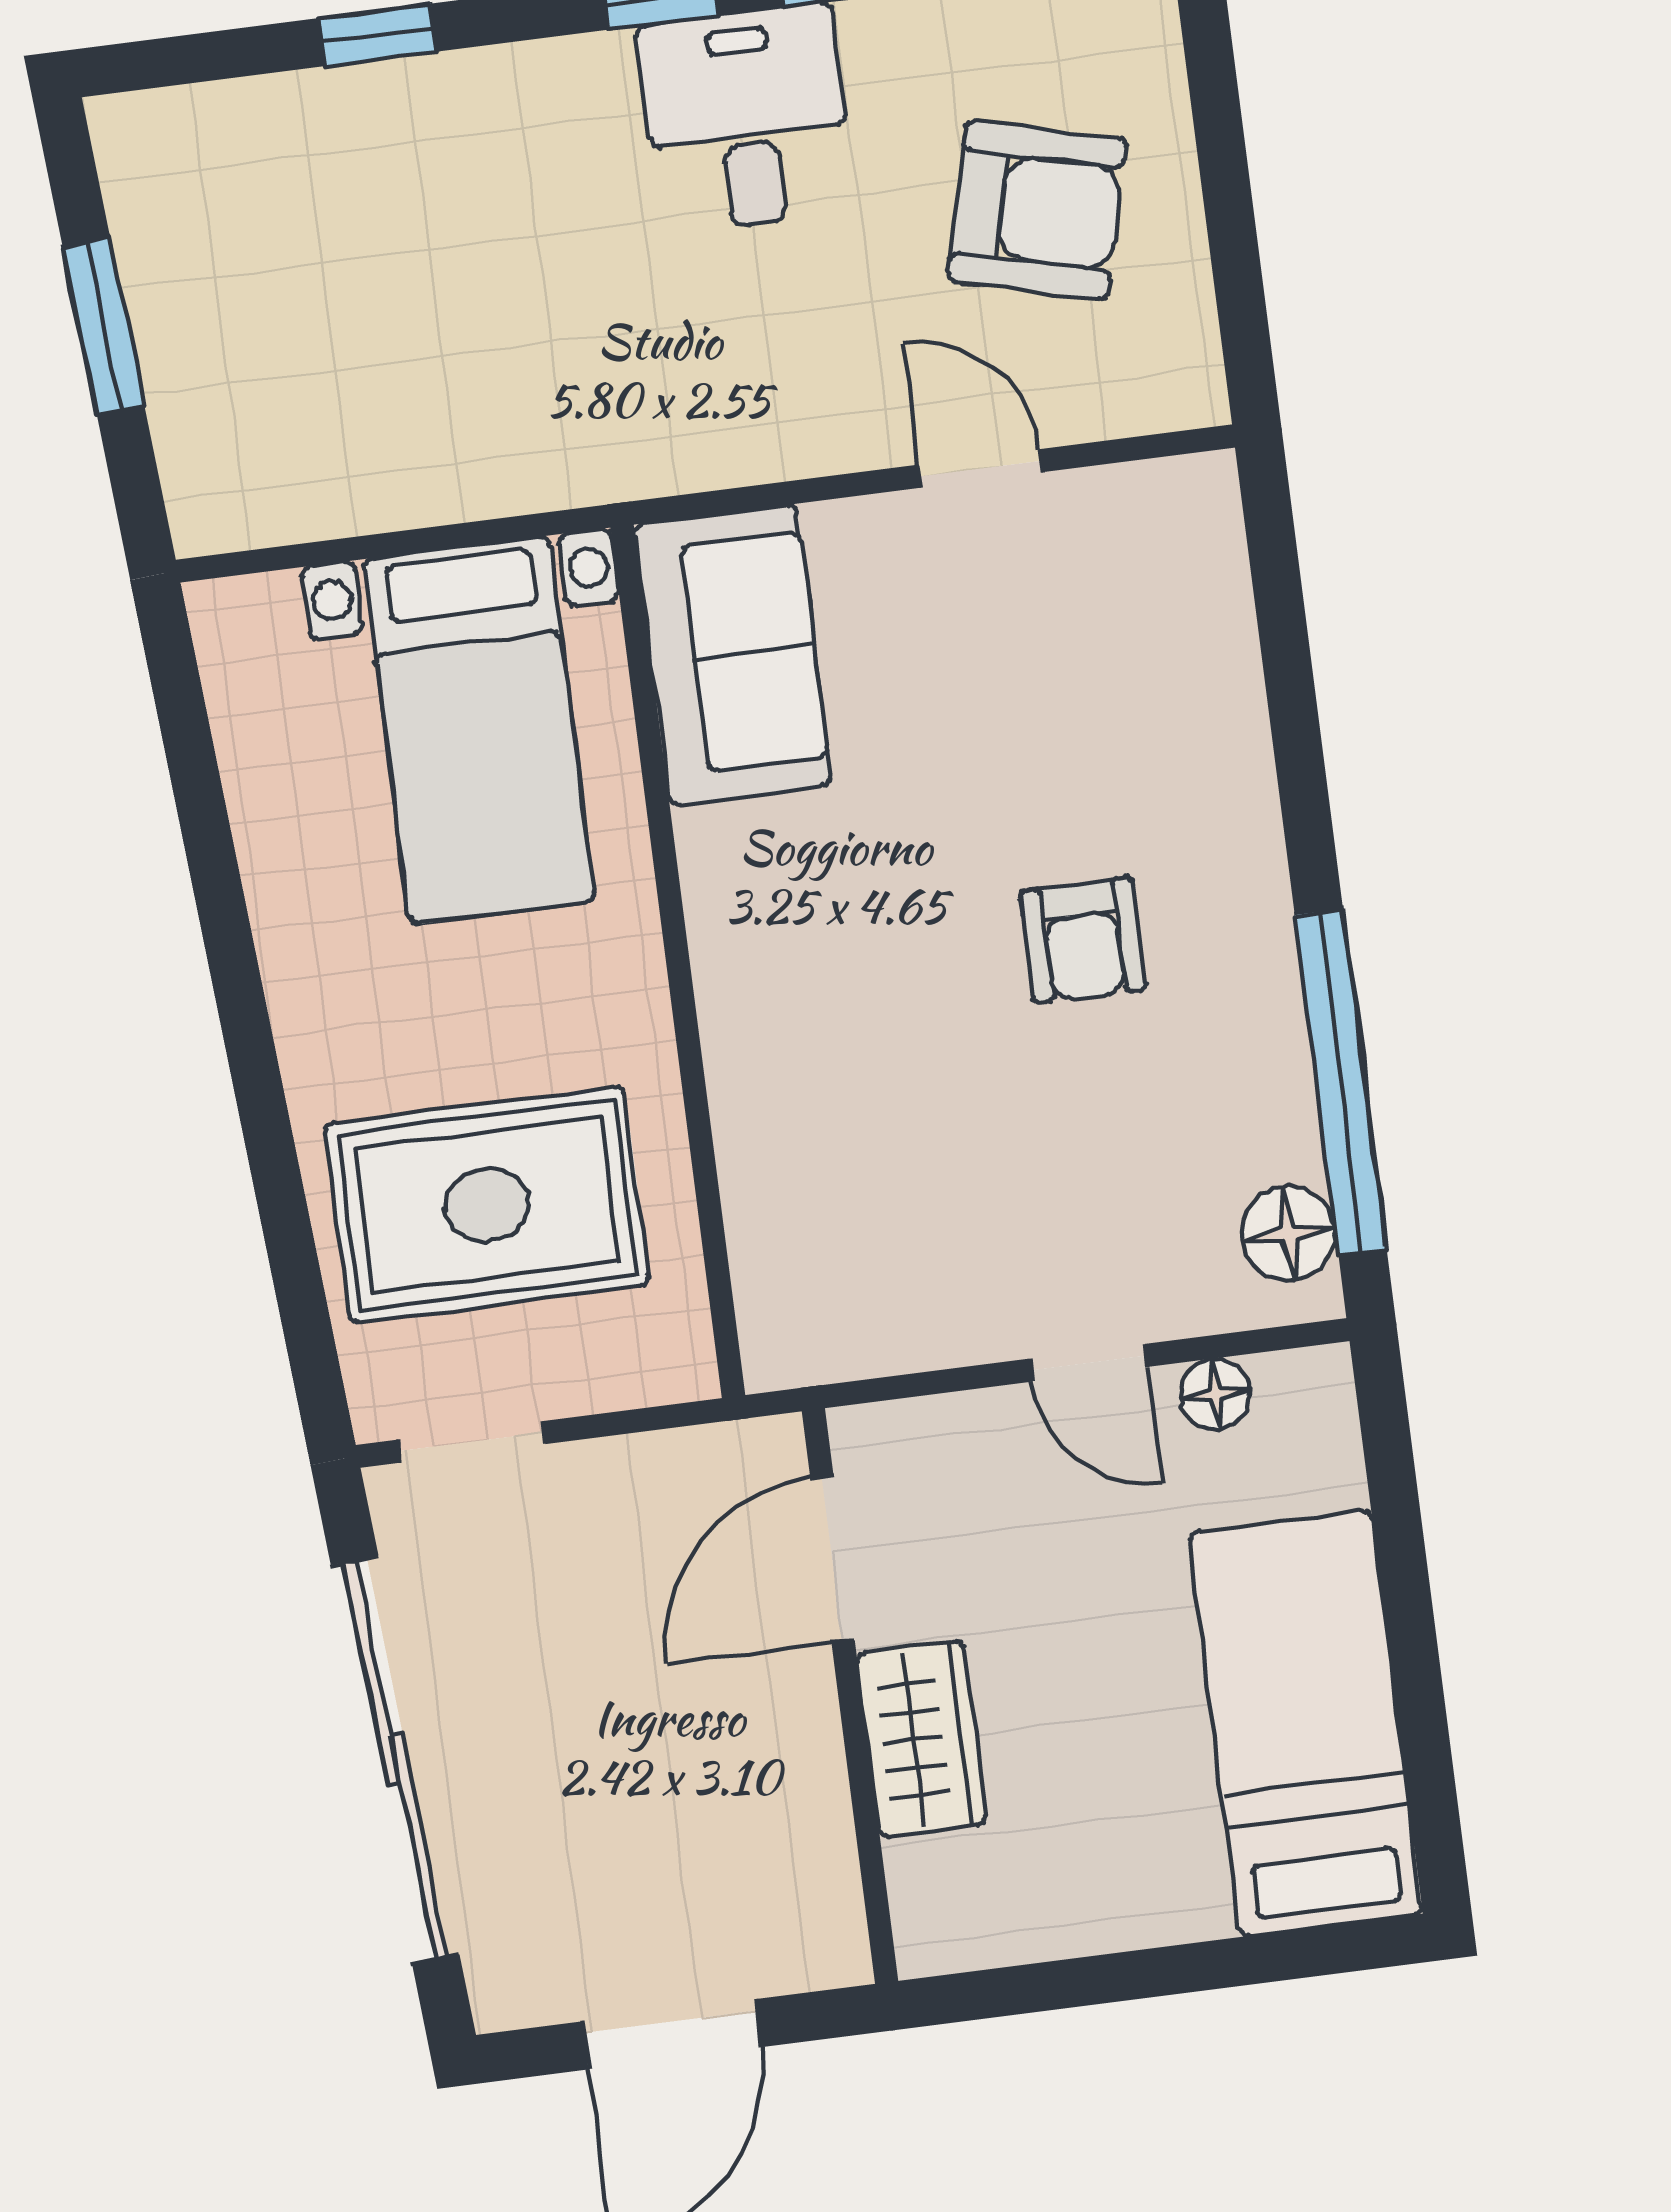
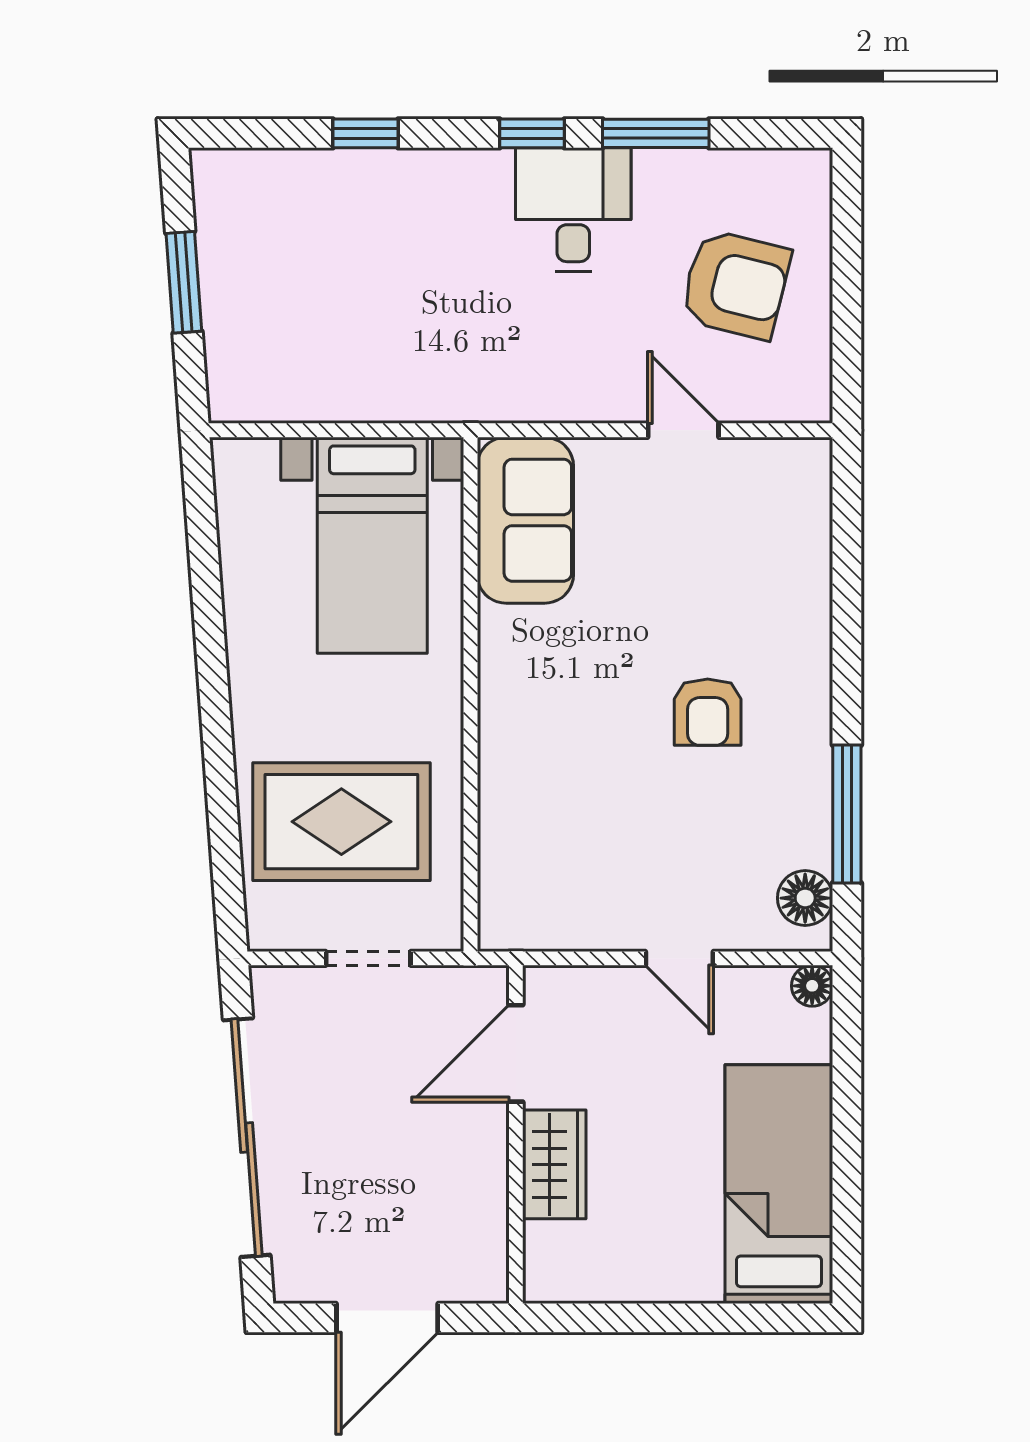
window: (1341, 1082) -> (847, 814), width x0.68
floor lamp: (1215, 1394) -> (812, 986), moved
doorway: (472, 1442) -> (368, 958), moved

